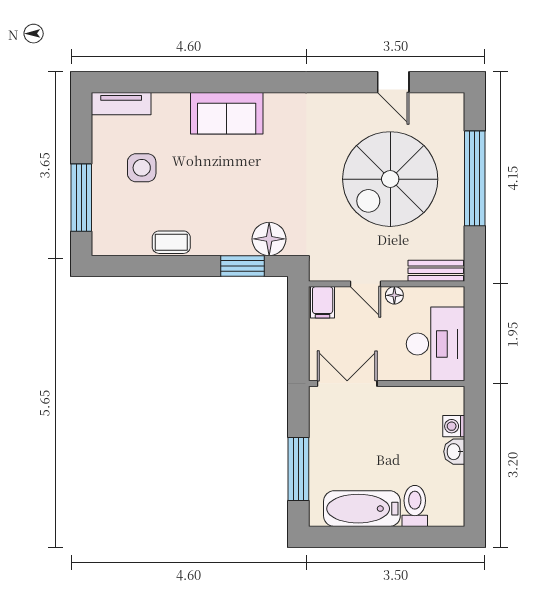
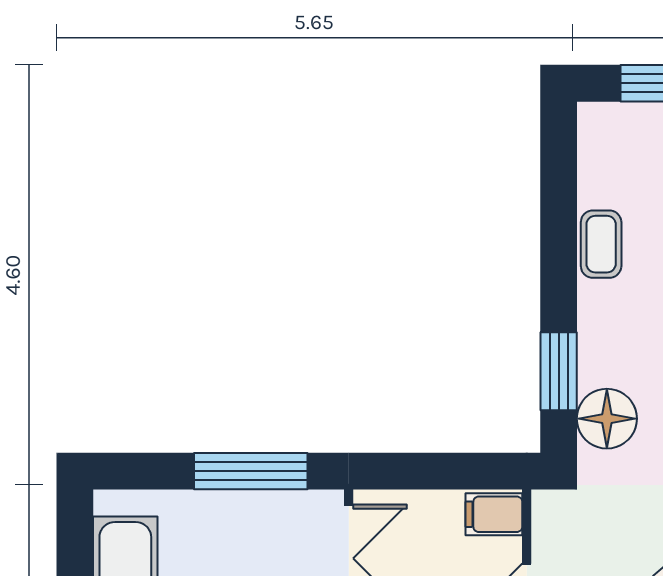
window: (298, 469) -> (251, 471), moved

